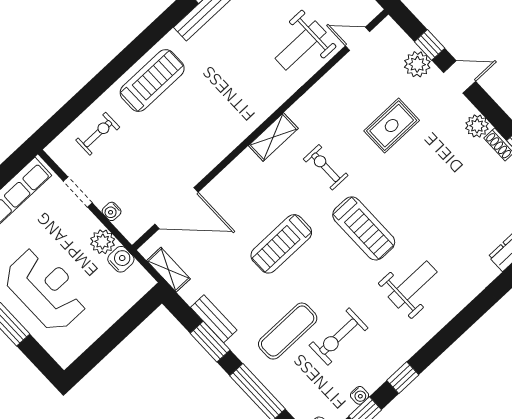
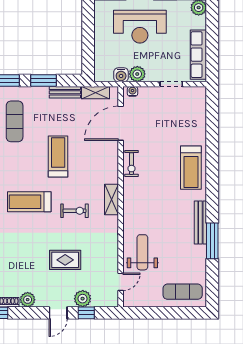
rug: (392, 126) -> (65, 260), turned 90
exercise bike: (98, 134) -> (131, 164), moved
water cooler: (112, 211) -> (132, 91), moved
bench: (214, 319) -> (65, 92), moved

